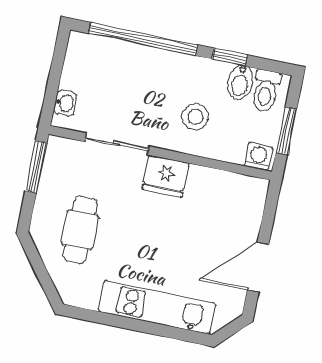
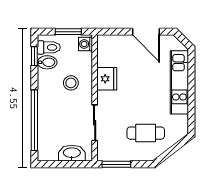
window: (230, 57) -> (34, 56), moved
washbasin: (65, 103) -> (72, 153), width x1.91, depth x1.45
fridge: (165, 176) -> (107, 79), moved

